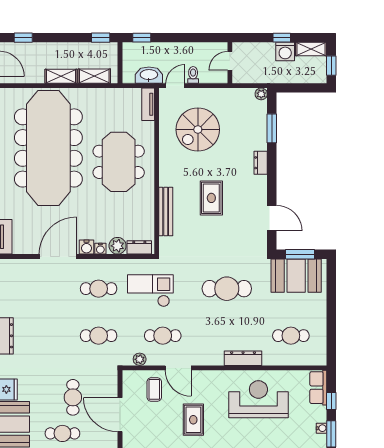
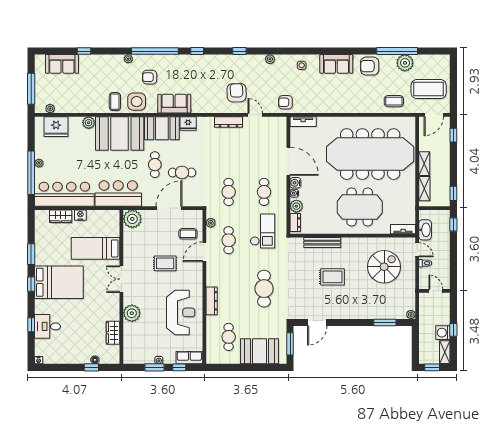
spiral stairs: (198, 130) -> (384, 267), turned 90
dresser: (261, 163) -> (359, 314), removed
booth: (296, 276) -> (260, 351), moved, turned 90

